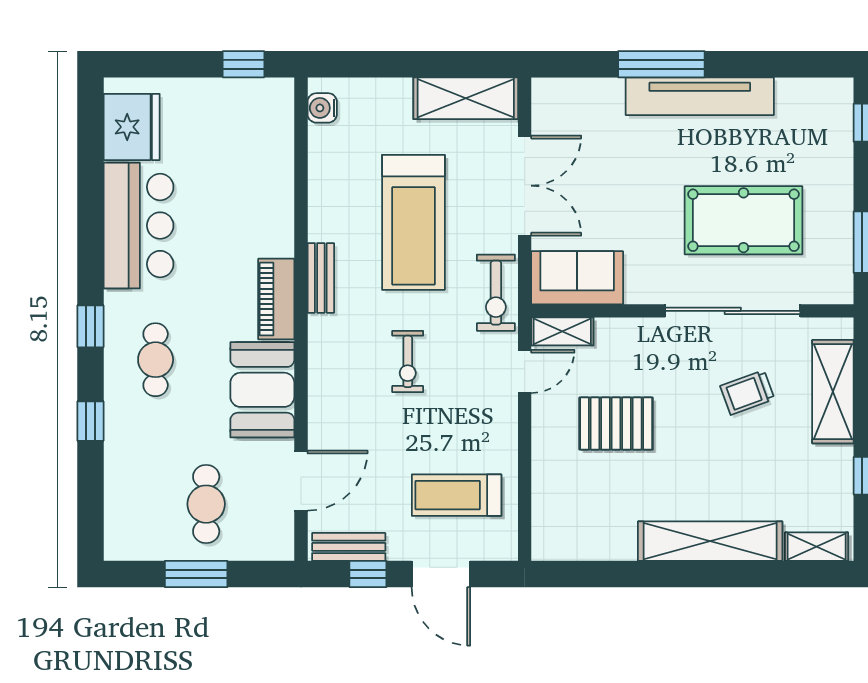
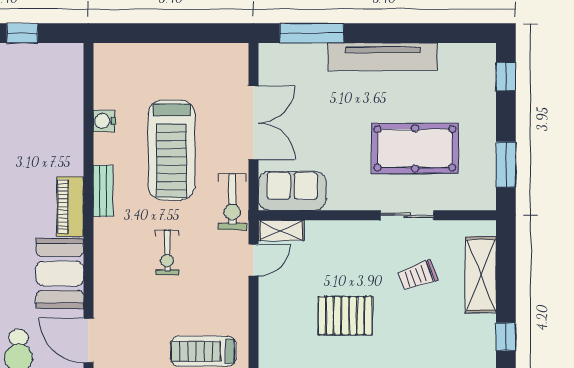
window: (243, 64) -> (22, 33), moved
window: (661, 64) -> (312, 33), moved
shelving: (466, 98) -> (210, 58), removed
water cooler: (322, 108) -> (104, 121), moved
sliding door: (733, 311) -> (407, 215), width x0.54
pallet: (616, 424) -> (345, 316), moved
door: (301, 481) -> (88, 340), swing flipped

